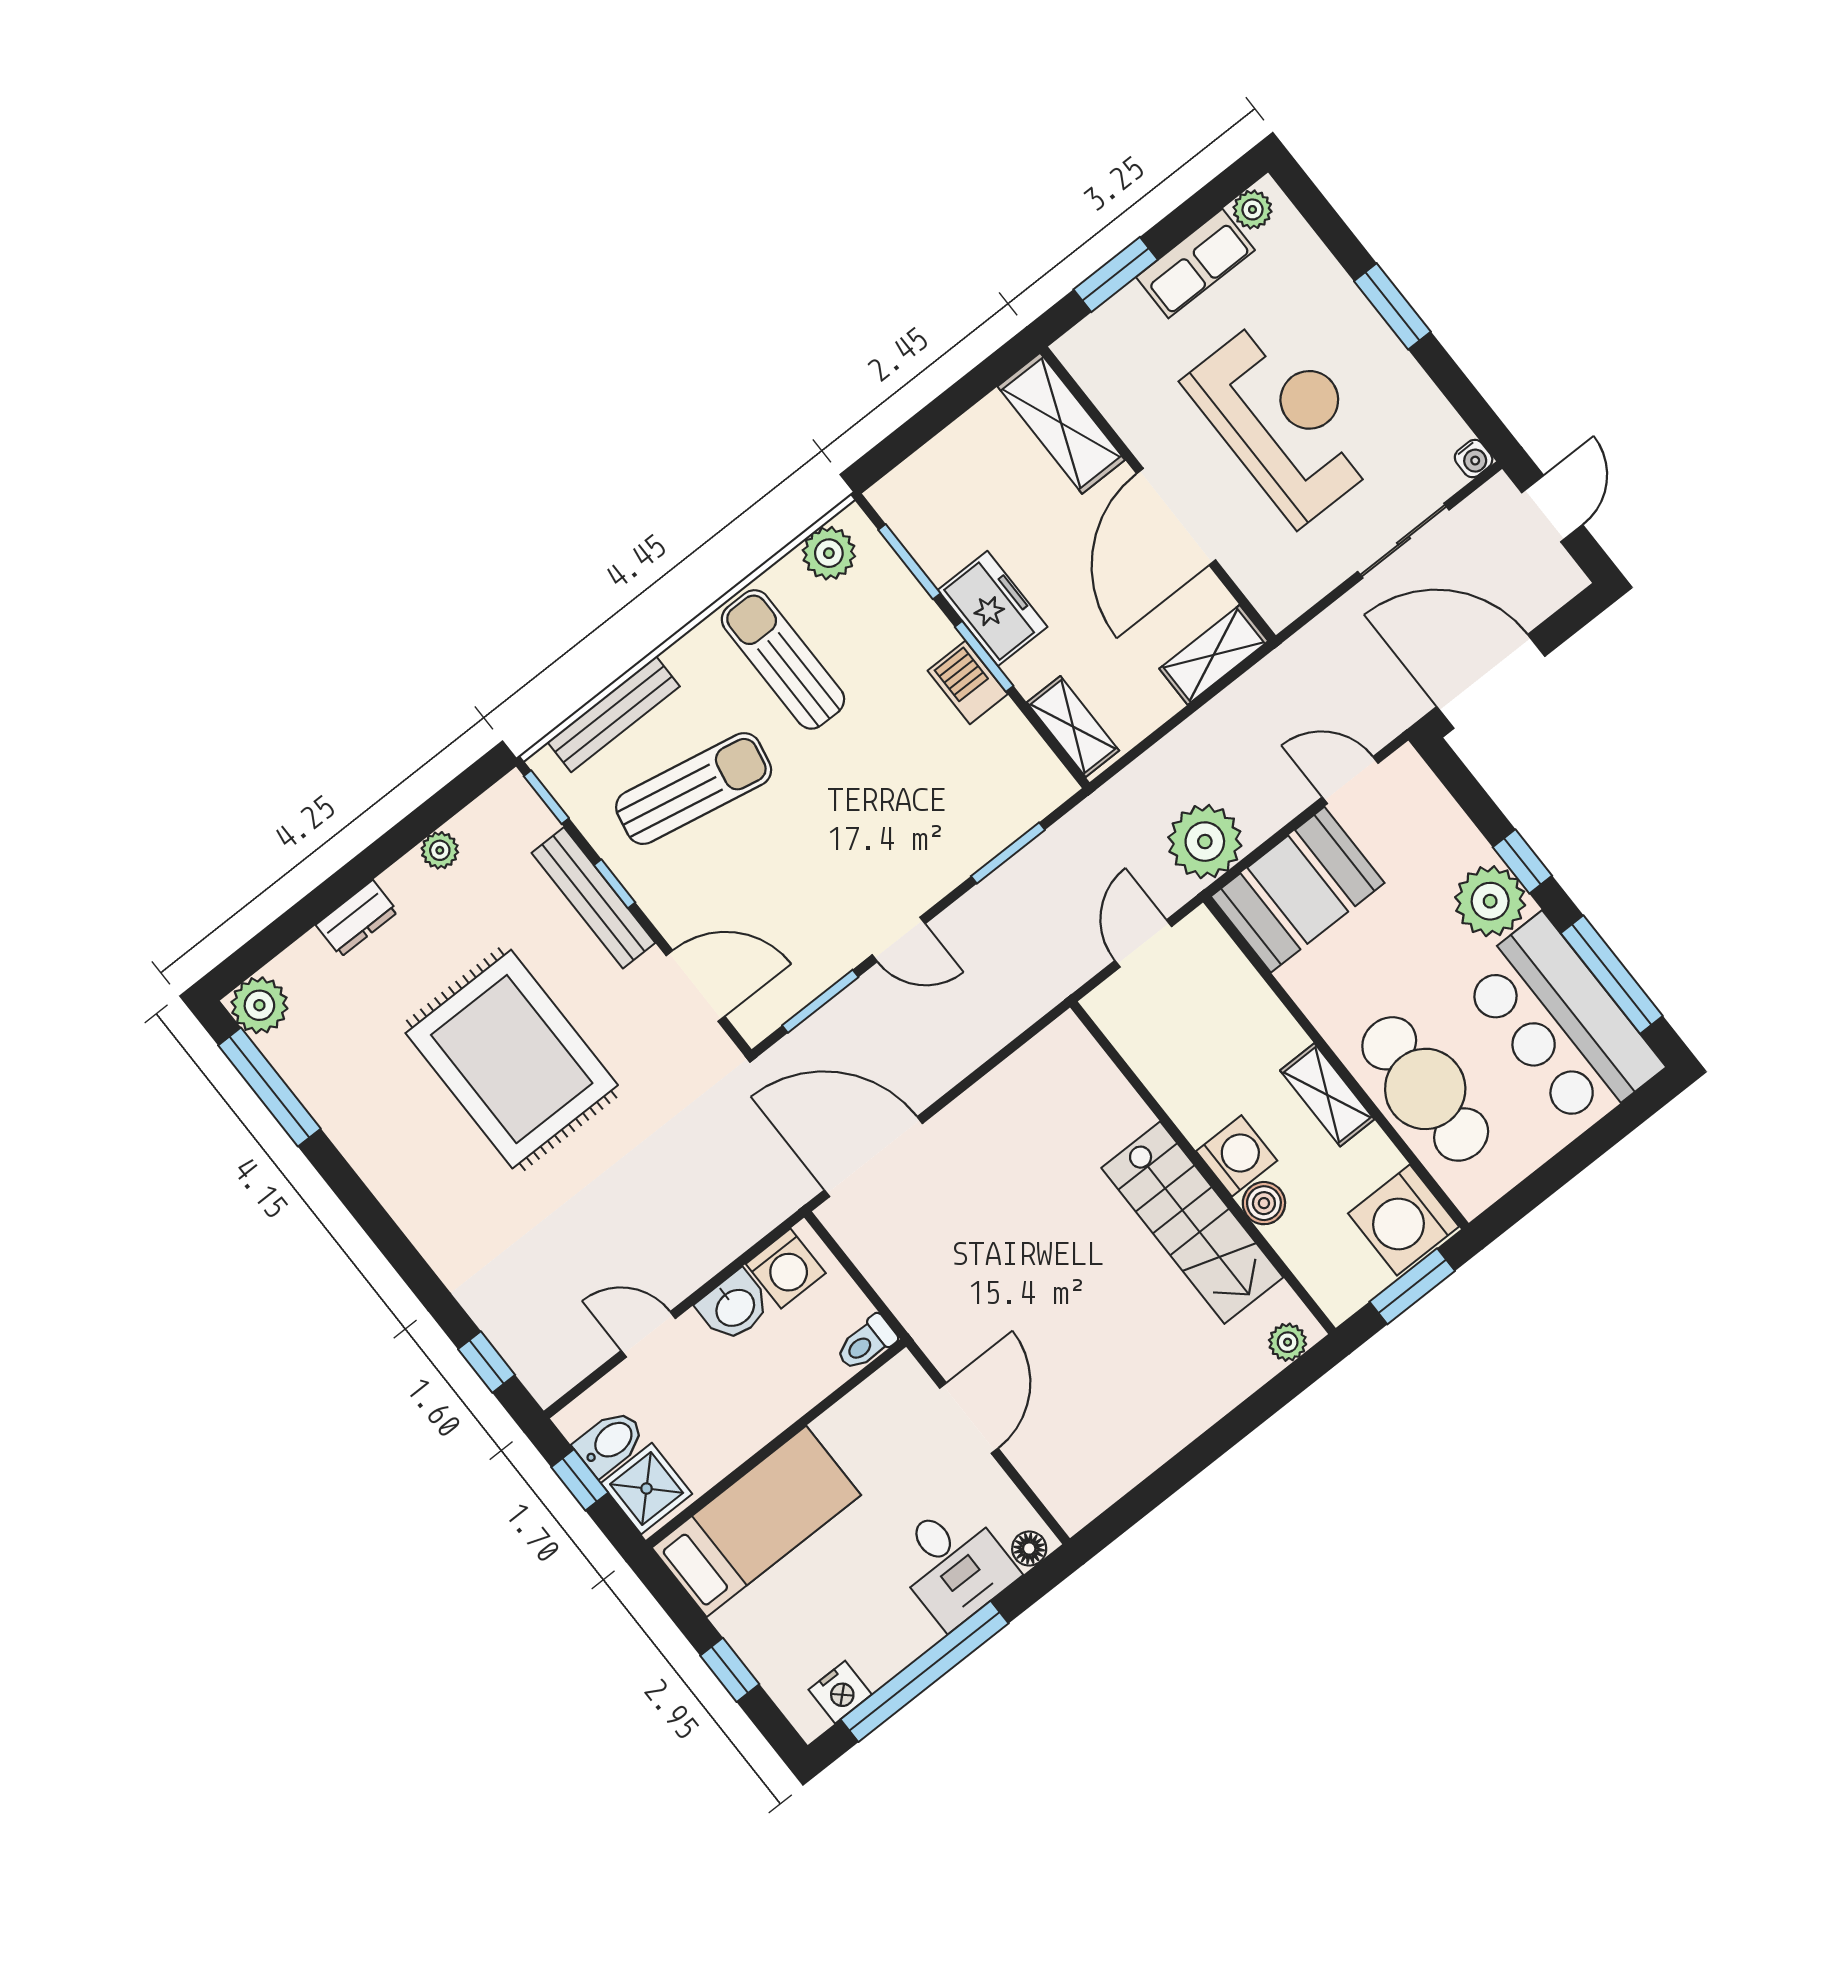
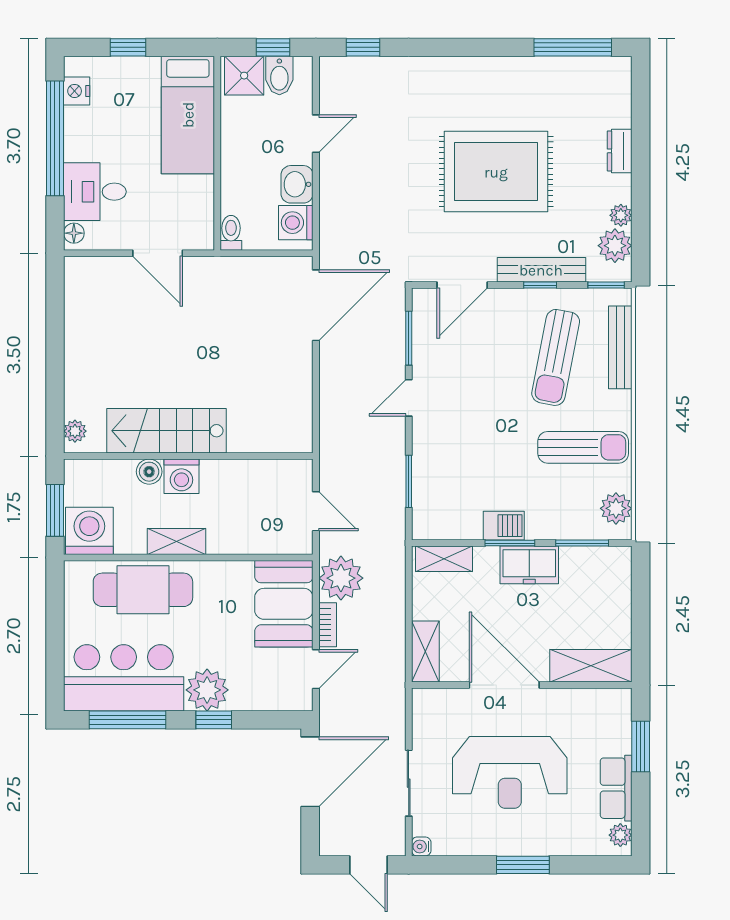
bookcase: (1280, 811) -> (328, 625), added
plant: (259, 1005) -> (615, 246), moved

